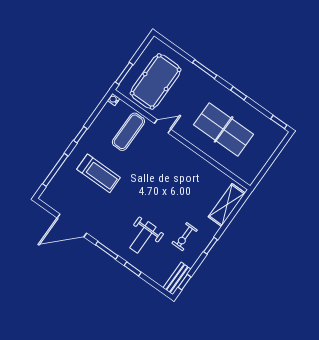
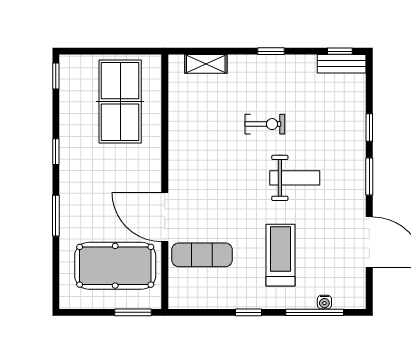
water cooler: (114, 100) -> (324, 302), moved
door: (163, 126) -> (165, 217), width x1.88
table tennis table: (224, 129) -> (120, 101), moved
shelving: (227, 205) -> (206, 64), width x0.67, depth x0.75
weight bench: (143, 237) -> (295, 178), moved
exercise bike: (185, 237) -> (265, 124), moved

